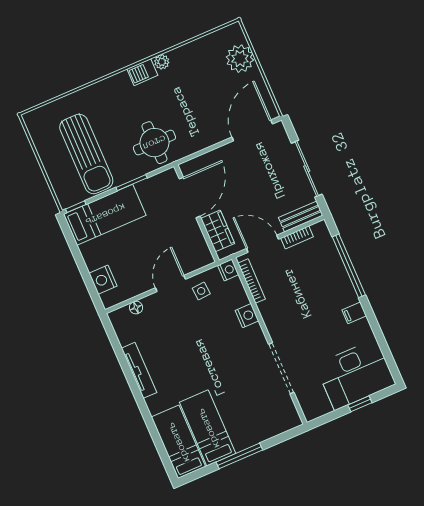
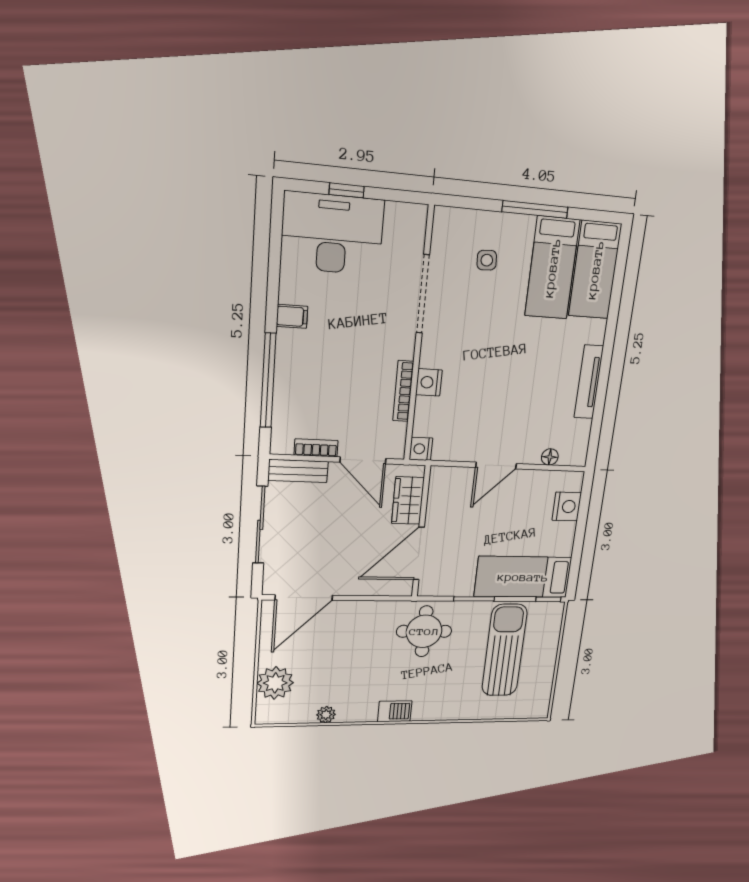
plant: (162, 62) -> (326, 715), moved
bookcase: (252, 281) -> (403, 391), moved
side table: (201, 291) -> (487, 260), moved

